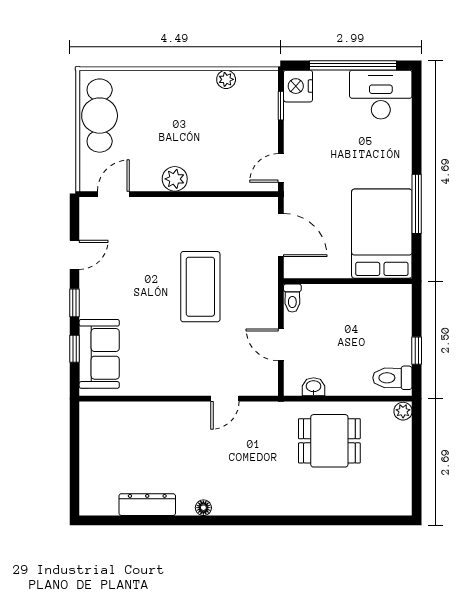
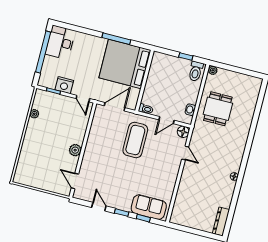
nightstand: (298, 86) -> (64, 85), moved
cafe table: (100, 116) -> (36, 178), removed
bed: (382, 234) -> (125, 64), width x1.36
coffee table: (200, 287) -> (135, 140), moved, turned 90
floor lamp: (266, 384) -> (183, 132), added
dresser: (147, 505) -> (221, 221), moved

